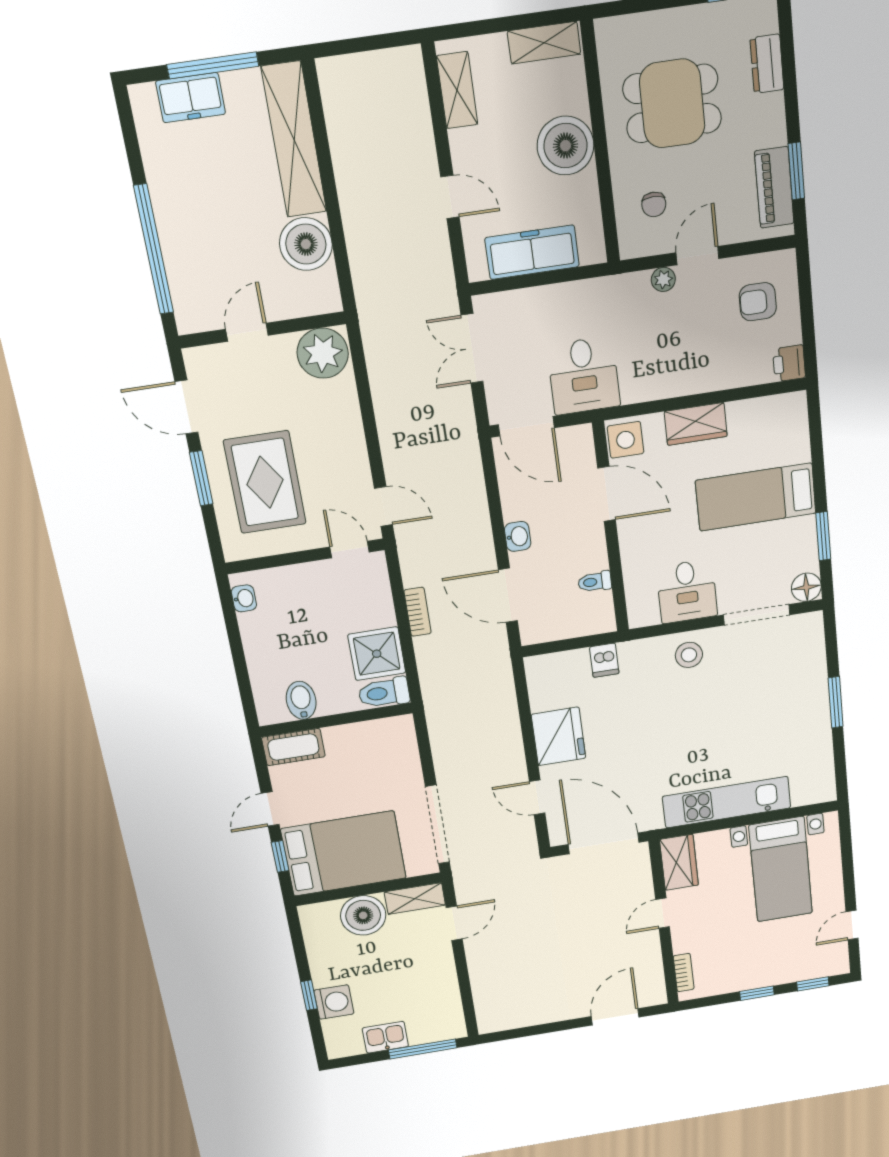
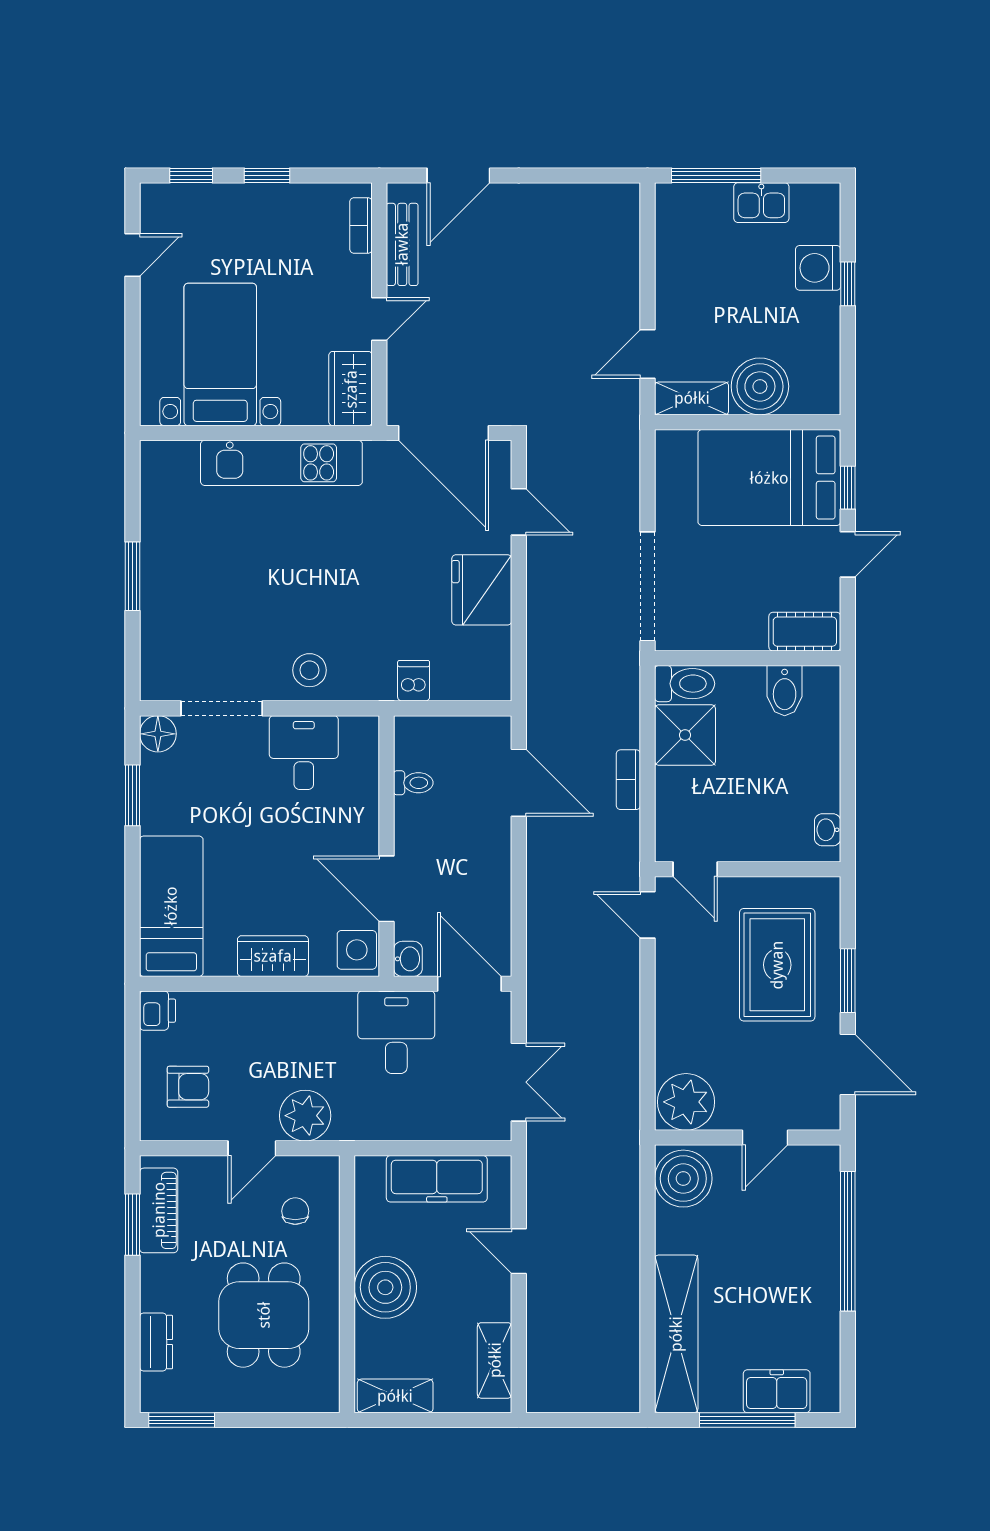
dining table: (672, 104) -> (264, 1315), turned 90
boiler: (306, 244) -> (683, 1179), moved
plant: (663, 279) -> (305, 1116), width x1.88, depth x1.88
bed: (756, 497) -> (171, 906), moved, turned -90
washbasin: (518, 536) -> (408, 959), moved, turned 180
doorway: (437, 825) -> (648, 586), moved
bench: (651, 965) -> (402, 244), added

